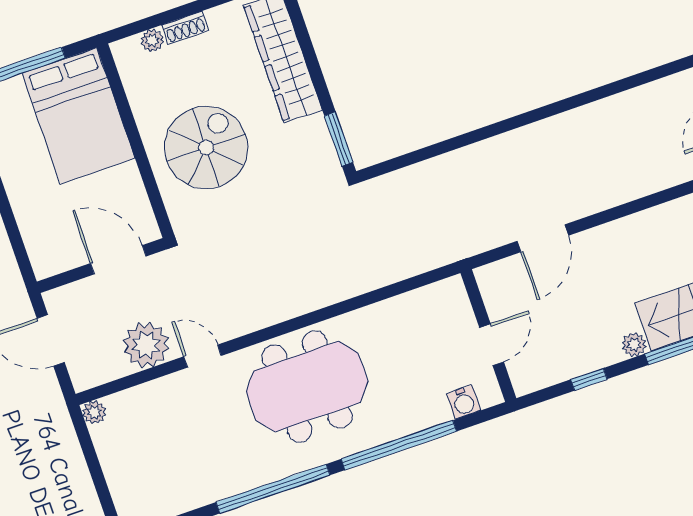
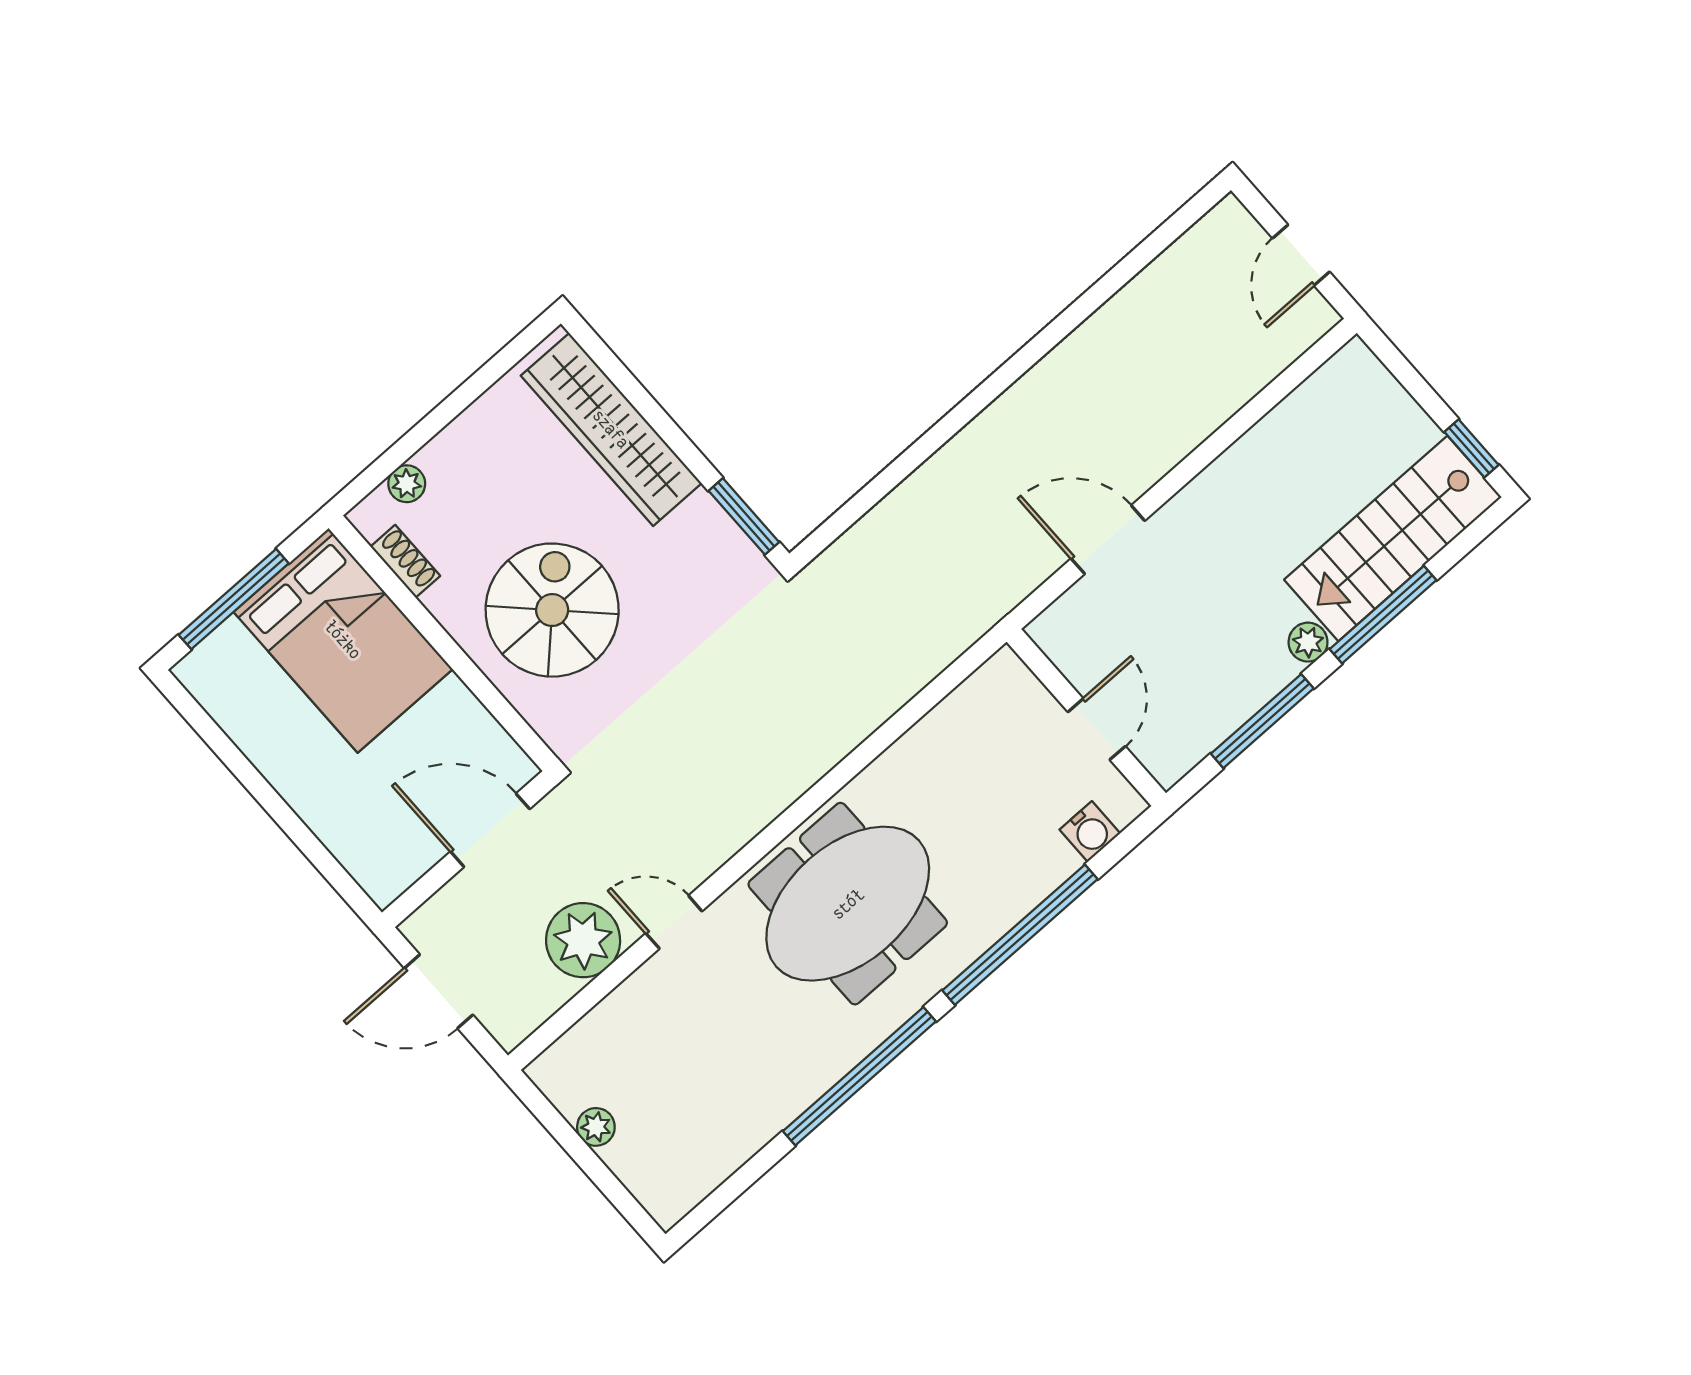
shoe rack: (185, 28) -> (405, 561), moved, turned -90
door: (543, 238) -> (1108, 540), swing flipped
window: (589, 379) -> (1262, 721), width x2.17
plant: (94, 412) -> (596, 1127), moved

